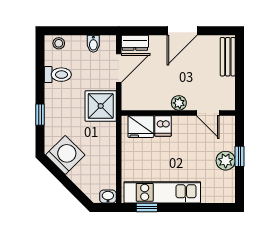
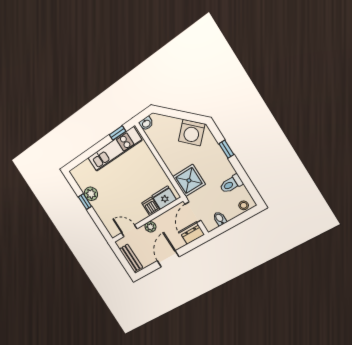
plant: (179, 103) -> (150, 227), moved
wall: (178, 113) -> (147, 220), moved
door: (208, 113) -> (129, 231), moved
dishwasher: (163, 126) -> (151, 206), moved
fridge: (141, 127) -> (164, 198), moved

